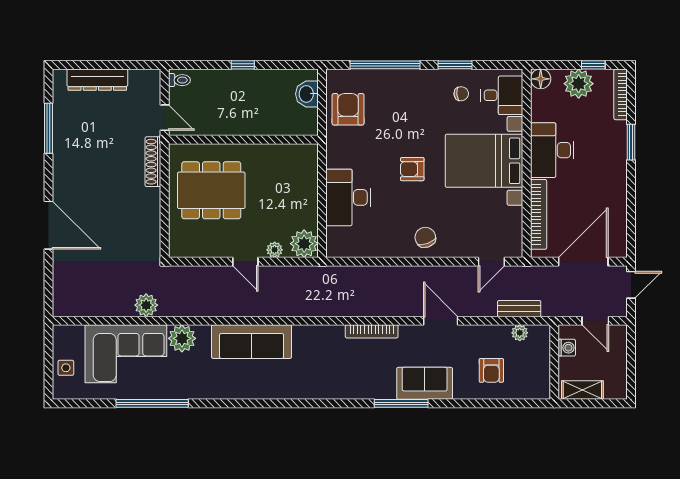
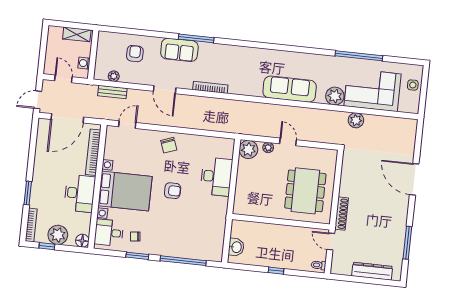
armchair: (348, 109) -> (210, 234), removed
dining table: (211, 190) -> (305, 191), turned 90

